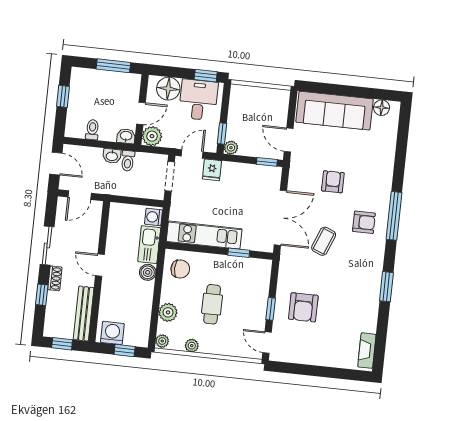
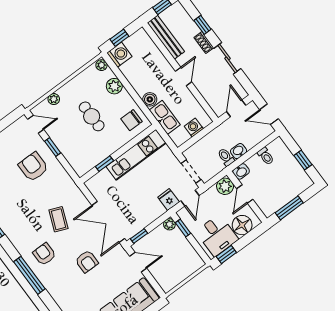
washing machine: (154, 217) -> (194, 127), moved, turned -90
double door: (280, 218) -> (108, 222), moved
armchair: (364, 222) -> (44, 254), turned 90
door: (100, 265) -> (183, 76), hinge flipped
washing machine: (112, 333) -> (119, 55), moved, turned -90
plant: (192, 346) -> (54, 99), moved

